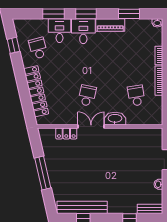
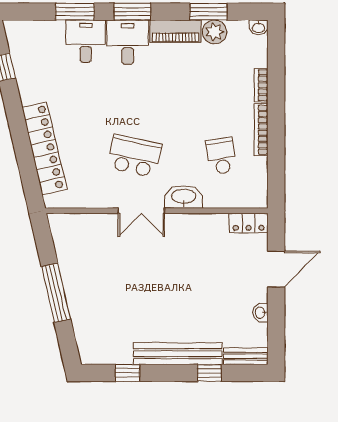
plant: (132, 25) -> (215, 32), added
school desk: (38, 48) -> (48, 72), removed
school desk: (87, 96) -> (135, 156), width x1.85
double door: (91, 127) -> (141, 211), swing flipped
locker: (66, 133) -> (249, 223), moved
bench: (82, 207) -> (178, 354), moved

